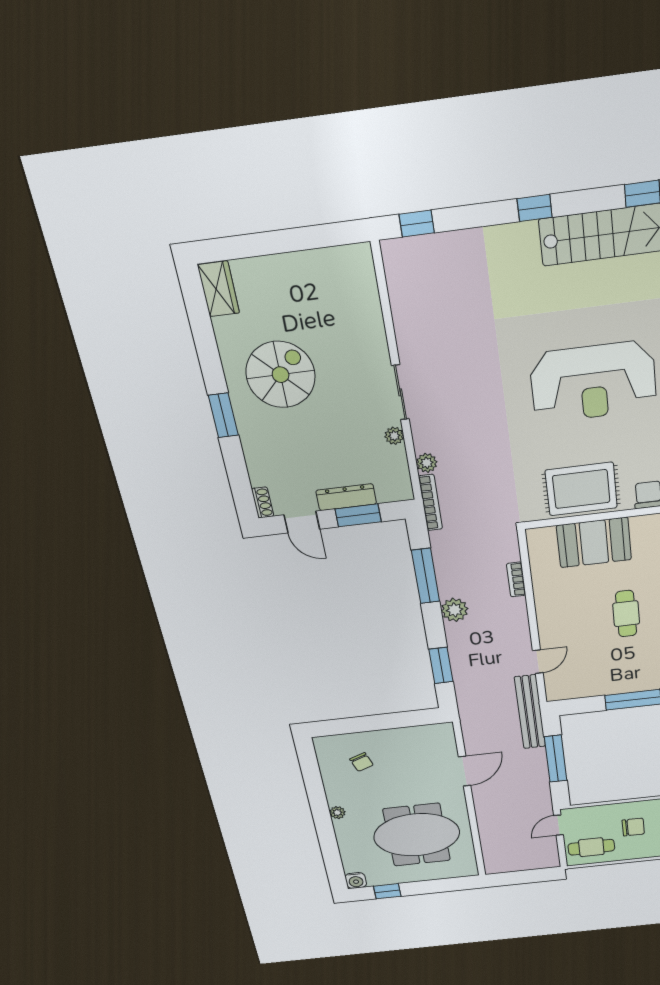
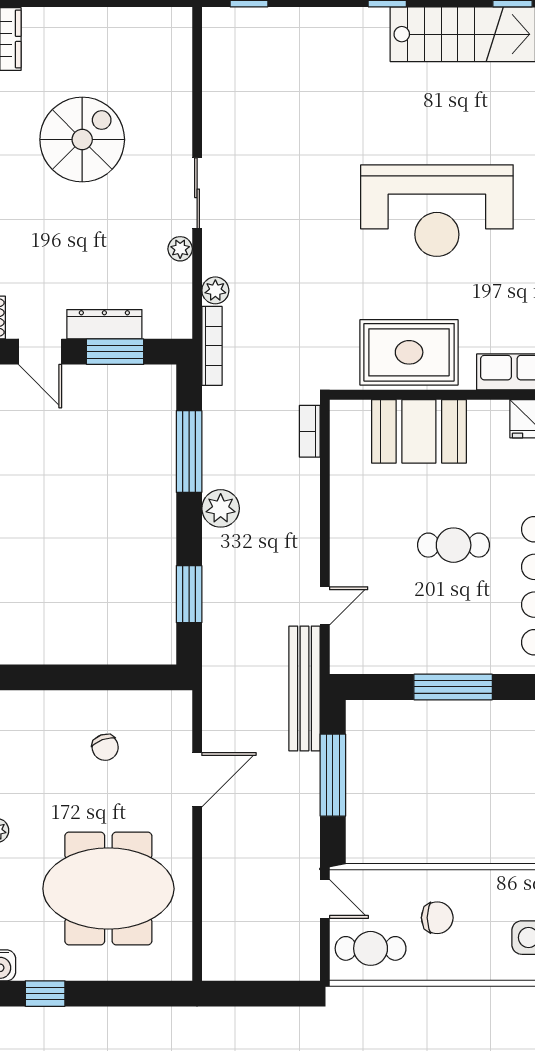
spiral stairs: (281, 375) -> (82, 140), moved
bookcase: (516, 579) -> (310, 431), moved
cafe table: (626, 614) -> (454, 545), turned 90
chair: (362, 762) -> (105, 747), moved
door: (559, 825) -> (325, 899), swing flipped

